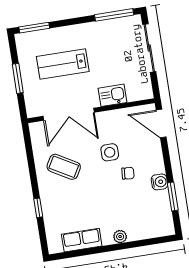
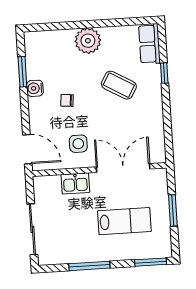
window: (114, 15) -> (89, 266), moved
side table: (110, 152) -> (78, 144), moved
coffee table: (64, 167) -> (119, 85), moved
plant: (120, 237) -> (88, 41), width x1.88, depth x1.88
row of seats: (82, 240) -> (149, 44), moved, turned 90

